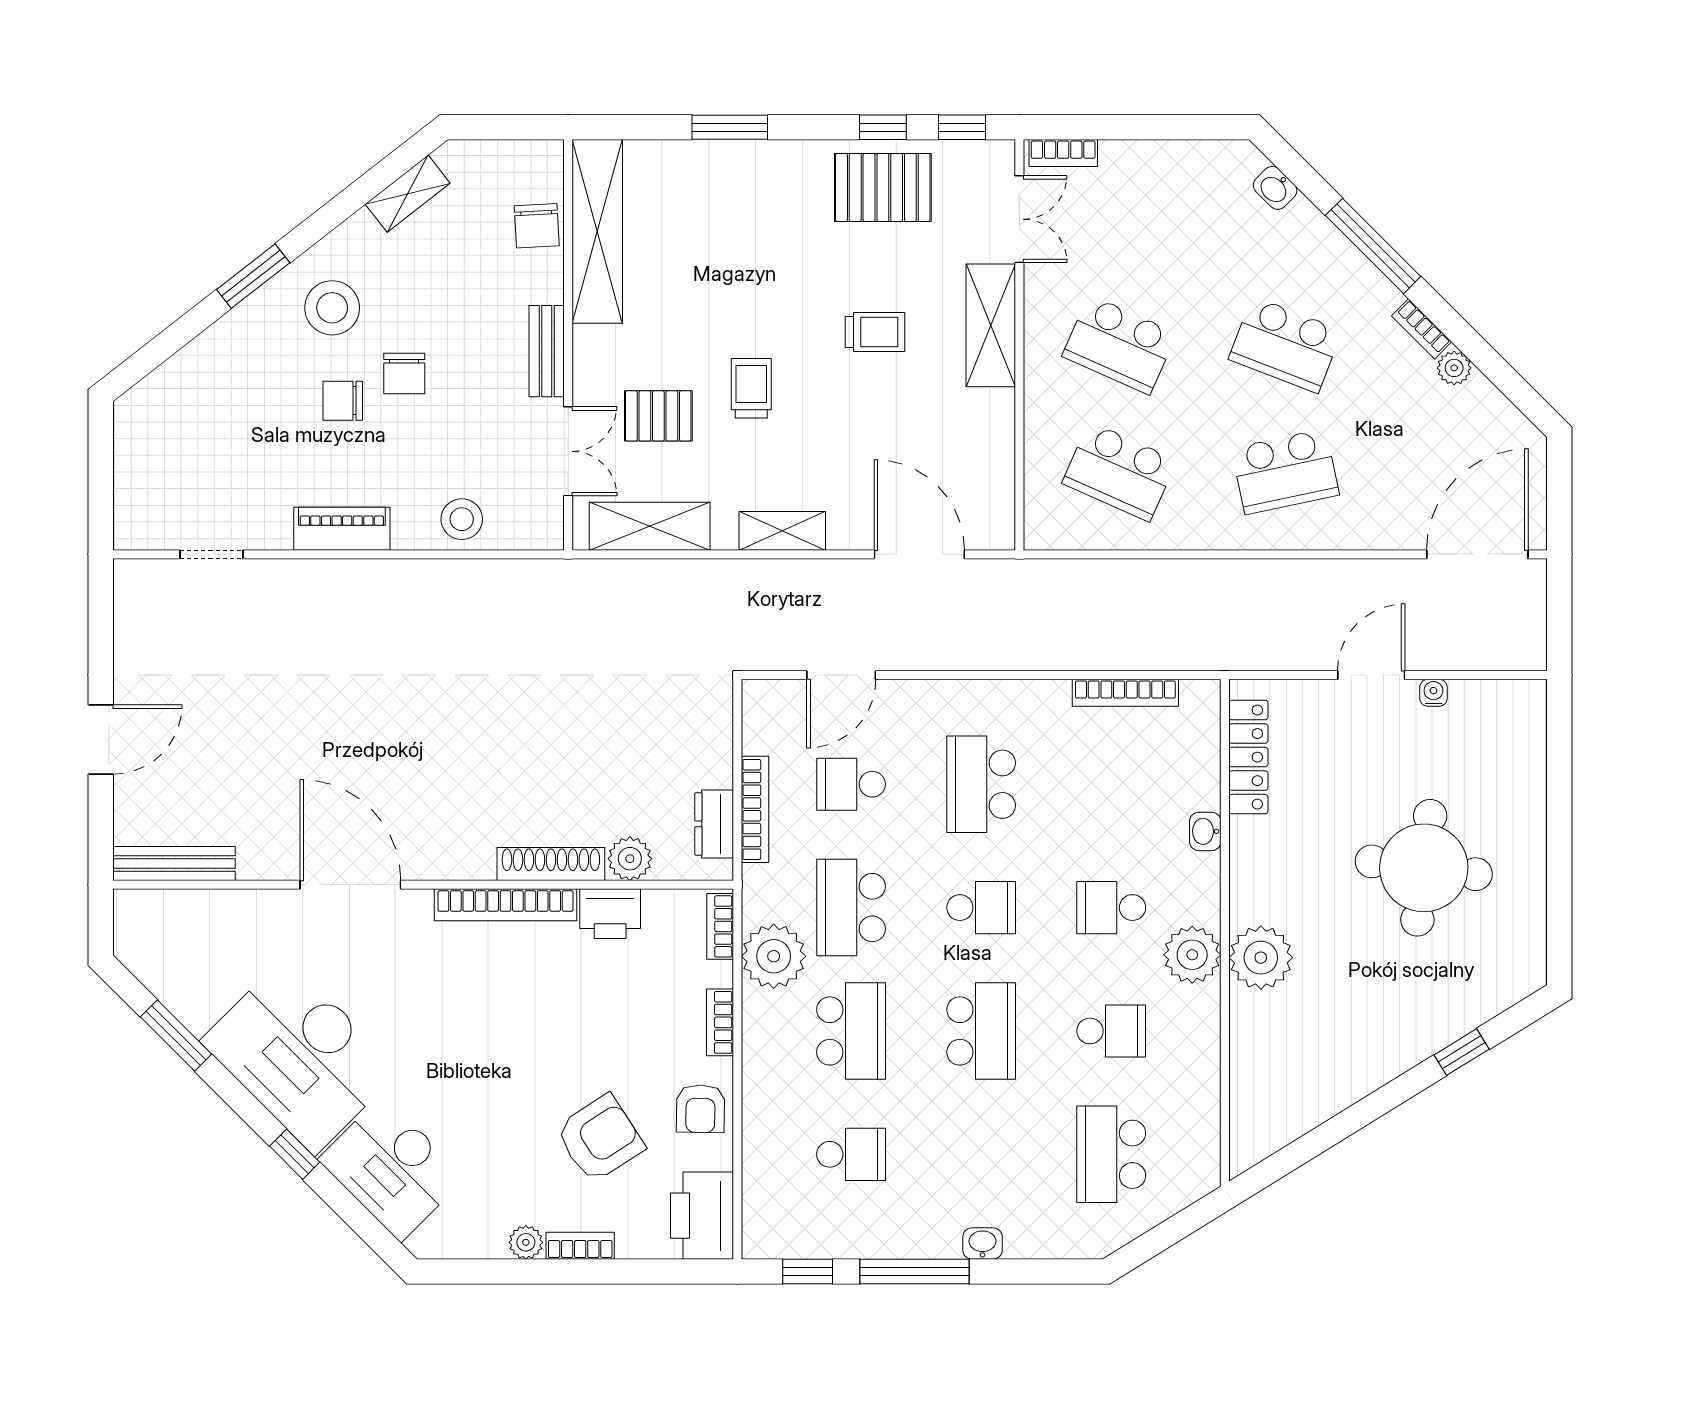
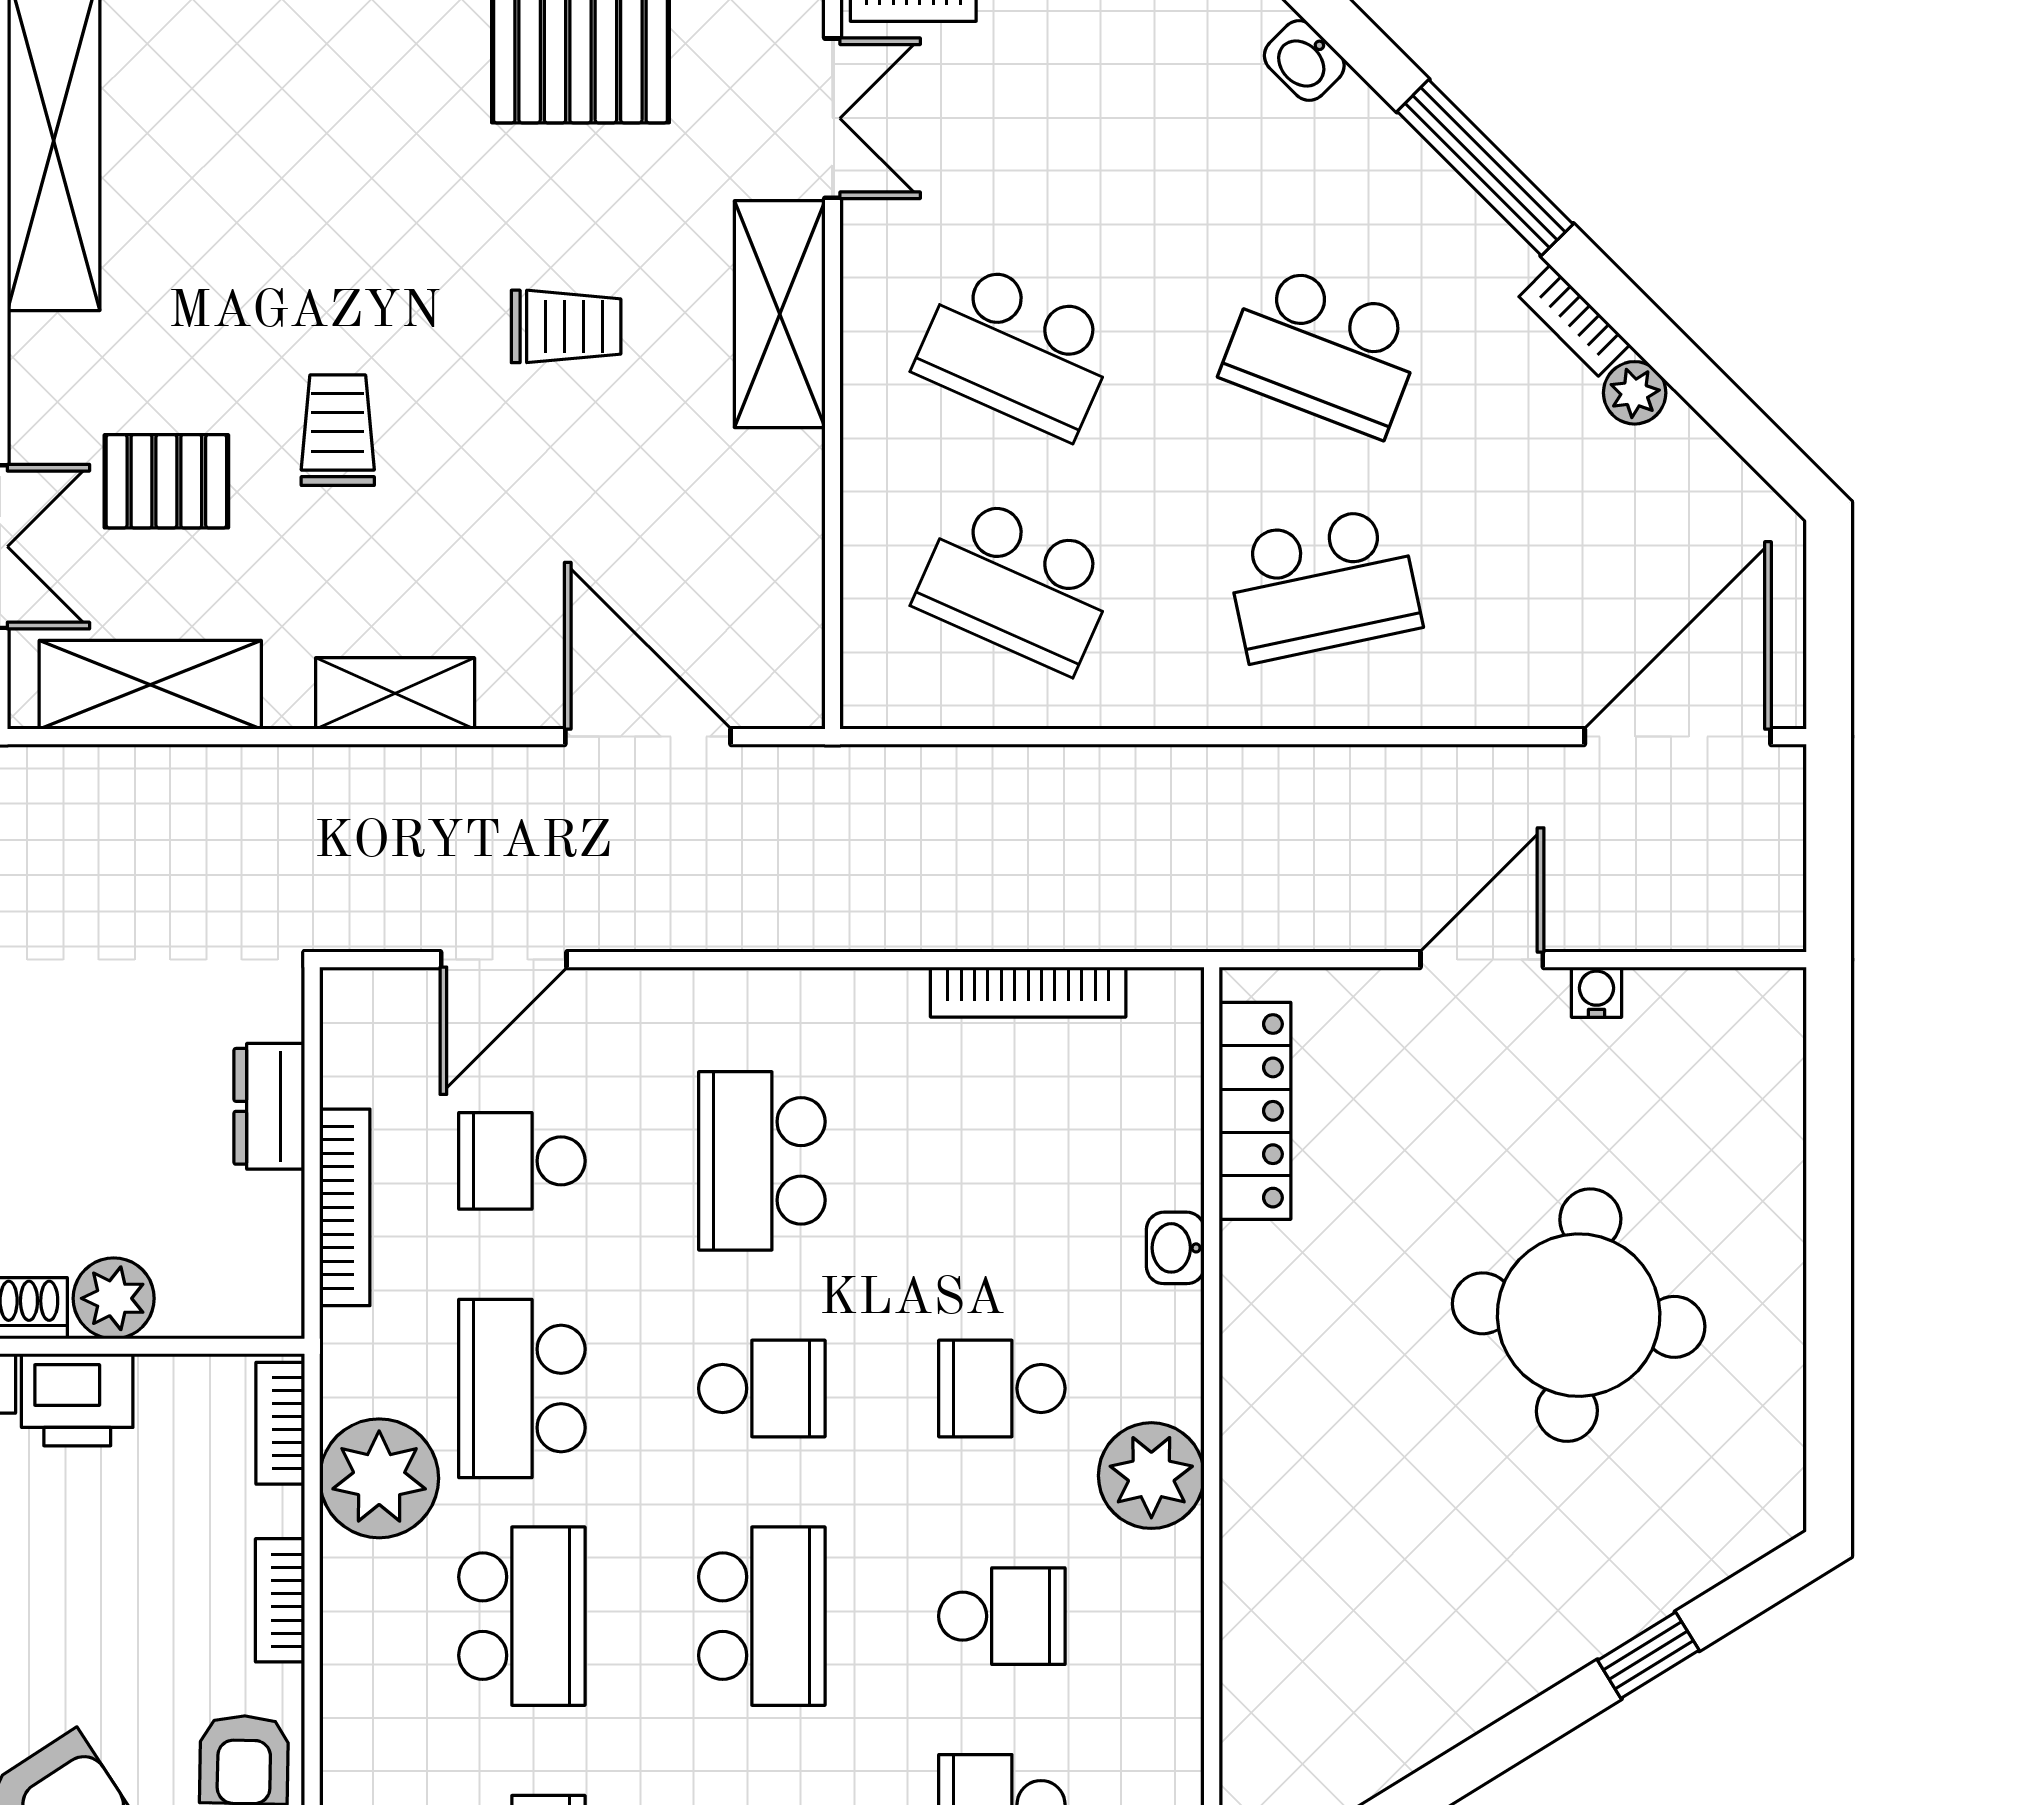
dresser: (714, 824) -> (269, 1106), moved
plant: (1261, 958) -> (1278, 1481), removed

